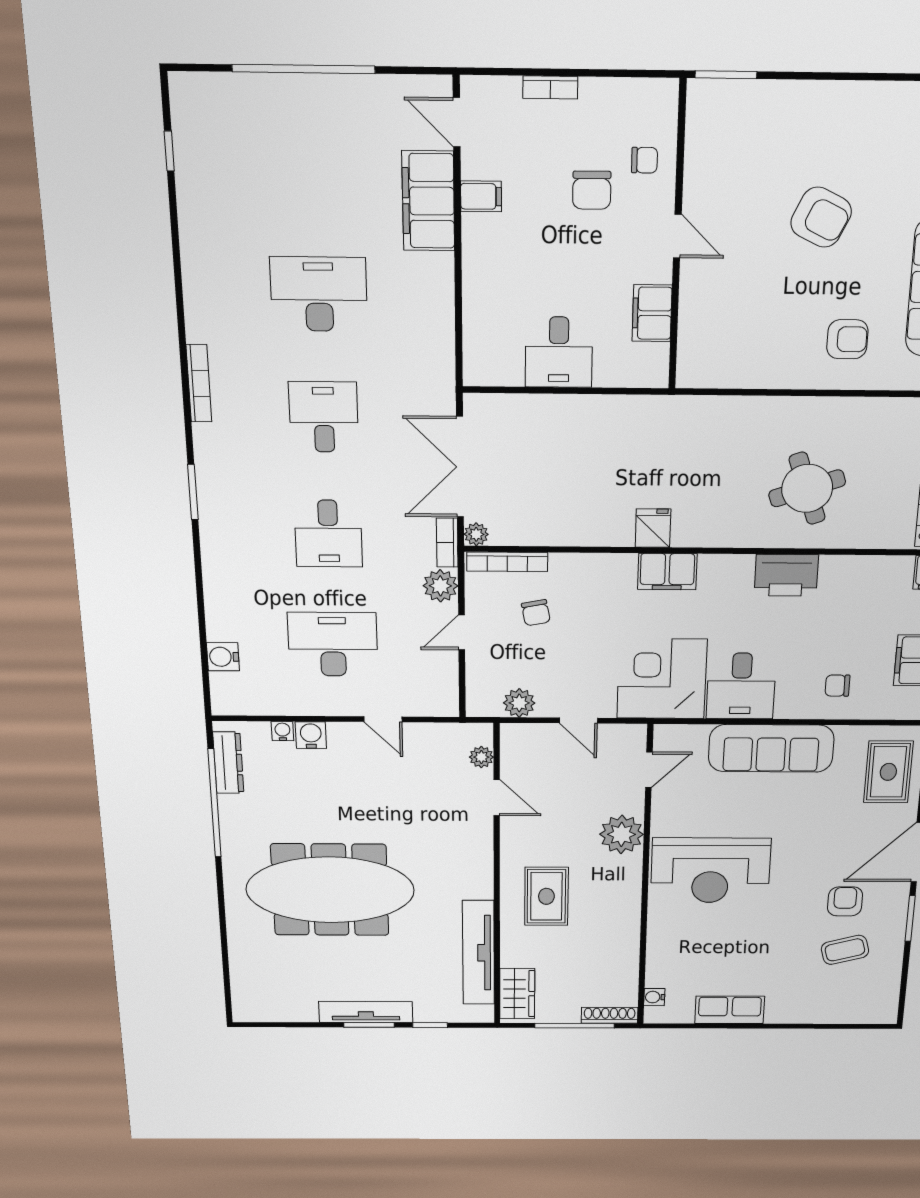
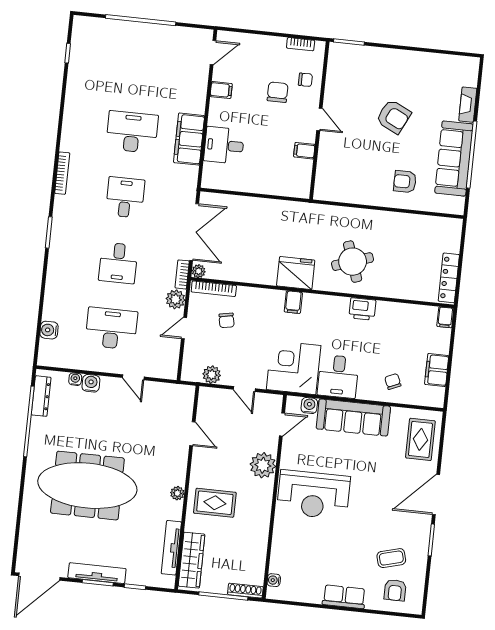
bookcase: (550, 87) -> (301, 44), moved
door: (457, 122) -> (213, 53), swing flipped
chair: (592, 190) -> (278, 92), turned 180
filing cabinet: (428, 201) -> (189, 139), moved
filing cabinet: (652, 313) -> (304, 151), width x0.50
armchair: (847, 339) -> (405, 182), turned 180
desk: (559, 352) -> (224, 145), moved, turned 90
double door: (460, 467) -> (194, 232), swing flipped
round table: (807, 488) -> (353, 262), moved
fridge: (653, 528) -> (296, 273), width x1.88, depth x1.34
filing cabinet: (667, 572) -> (293, 302), width x0.50
printer: (786, 575) -> (362, 309), width x0.73, depth x0.84
chair: (837, 686) -> (393, 381), turned 67
water cooler: (694, 736) -> (309, 405), added
plant: (481, 757) -> (177, 493), moved
rug: (546, 896) -> (215, 503), turned 90
armchair: (845, 901) -> (395, 590), moved, turned 180
tv unit: (478, 953) -> (171, 548), width x0.73, depth x0.78
wardrobe: (517, 994) -> (192, 560), width x1.50
row of seats: (730, 1010) -> (344, 597), moved
door: (273, 1025) -> (39, 577), added

